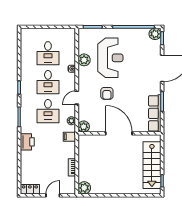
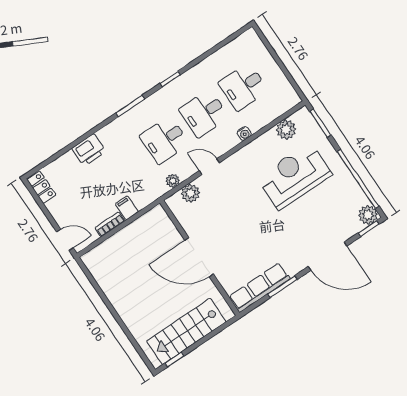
reception desk: (110, 58) -> (294, 176), turned 180
plant: (84, 60) -> (286, 130), moved
armchair: (107, 93) -> (243, 204), removed
plant: (84, 127) -> (190, 193), moved
door: (119, 133) -> (199, 257), swing flipped
filing cabinet: (69, 137) -> (127, 208), moved
printer: (27, 142) -> (89, 150), moved
plant: (84, 188) -> (93, 260), removed
door: (53, 195) -> (65, 240), moved

